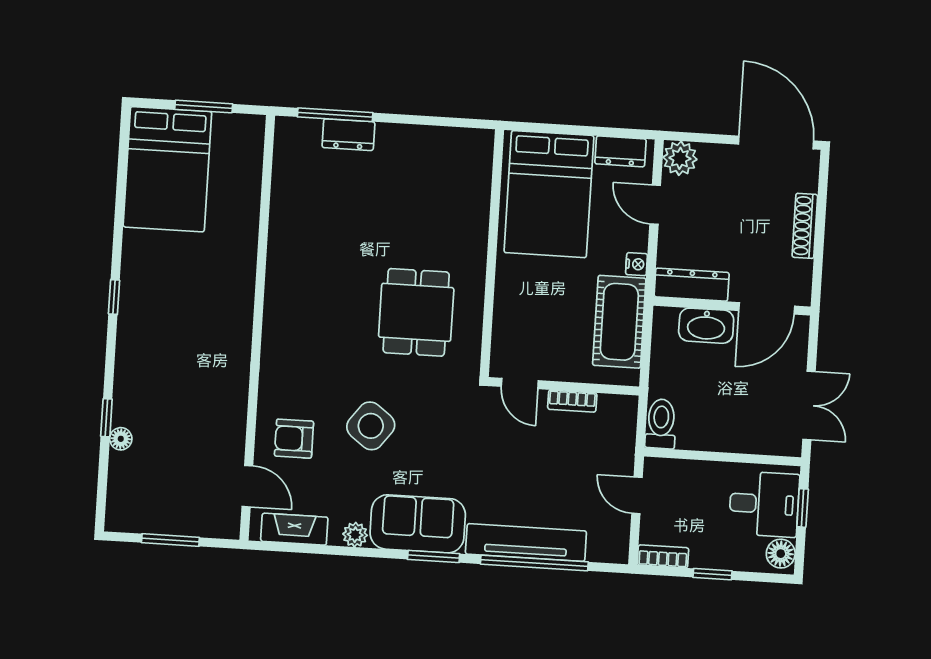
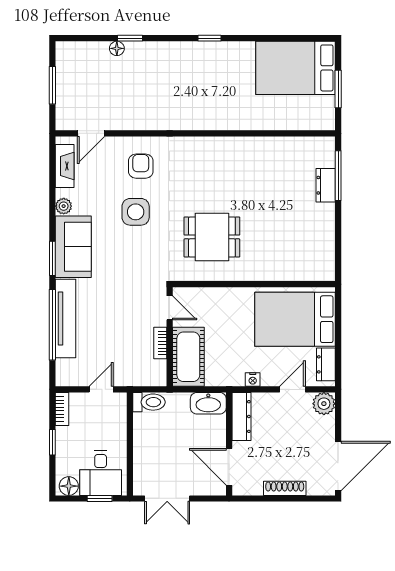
cot: (619, 322) -> (188, 357), moved, turned 90
washbasin: (706, 326) -> (208, 403), moved, turned -90
door: (520, 384) -> (170, 308), swing flipped
side table: (371, 426) -> (136, 212), turned -37
armchair: (294, 439) -> (141, 166), moved

